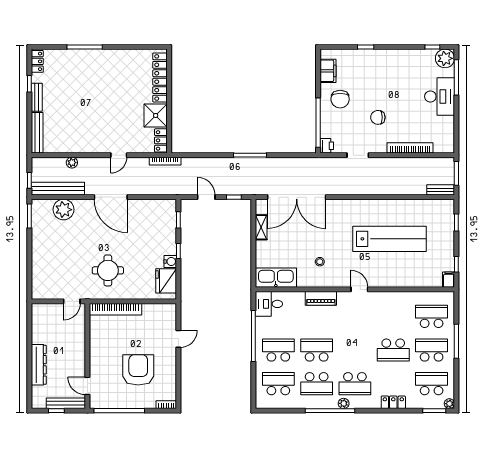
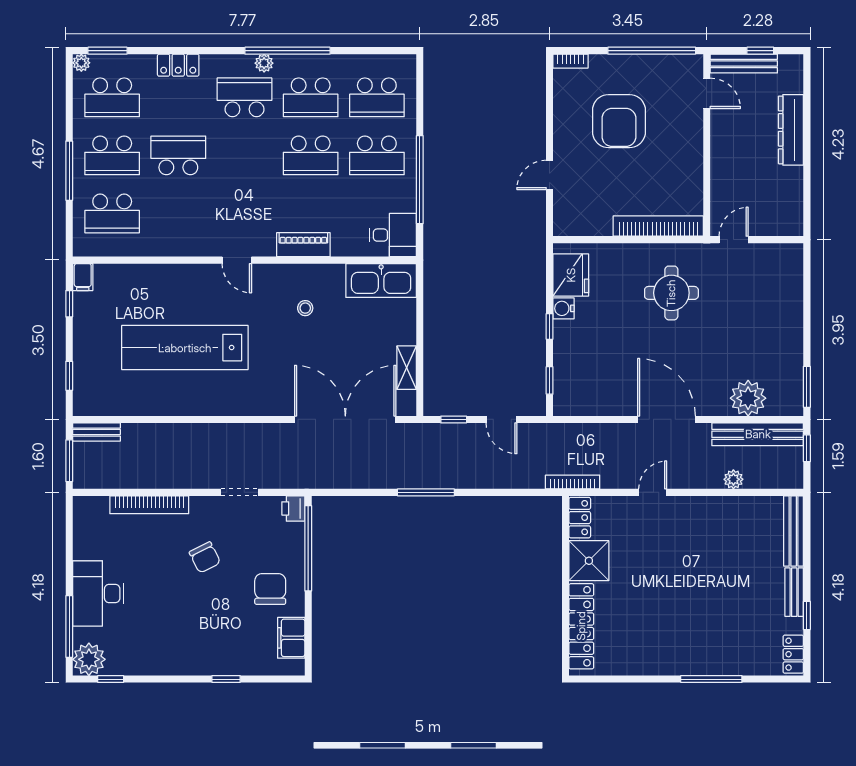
chair: (378, 117) -> (205, 557), turned 63
school desk: (317, 384) -> (311, 97), turned 180

